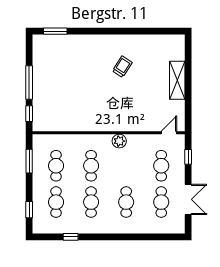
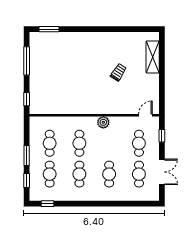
trolley: (122, 67) -> (118, 72), moved
shelving: (177, 80) -> (153, 57), moved
window: (29, 82) -> (27, 61), moved
window: (29, 161) -> (27, 156), moved
window: (71, 237) -> (47, 204), moved

